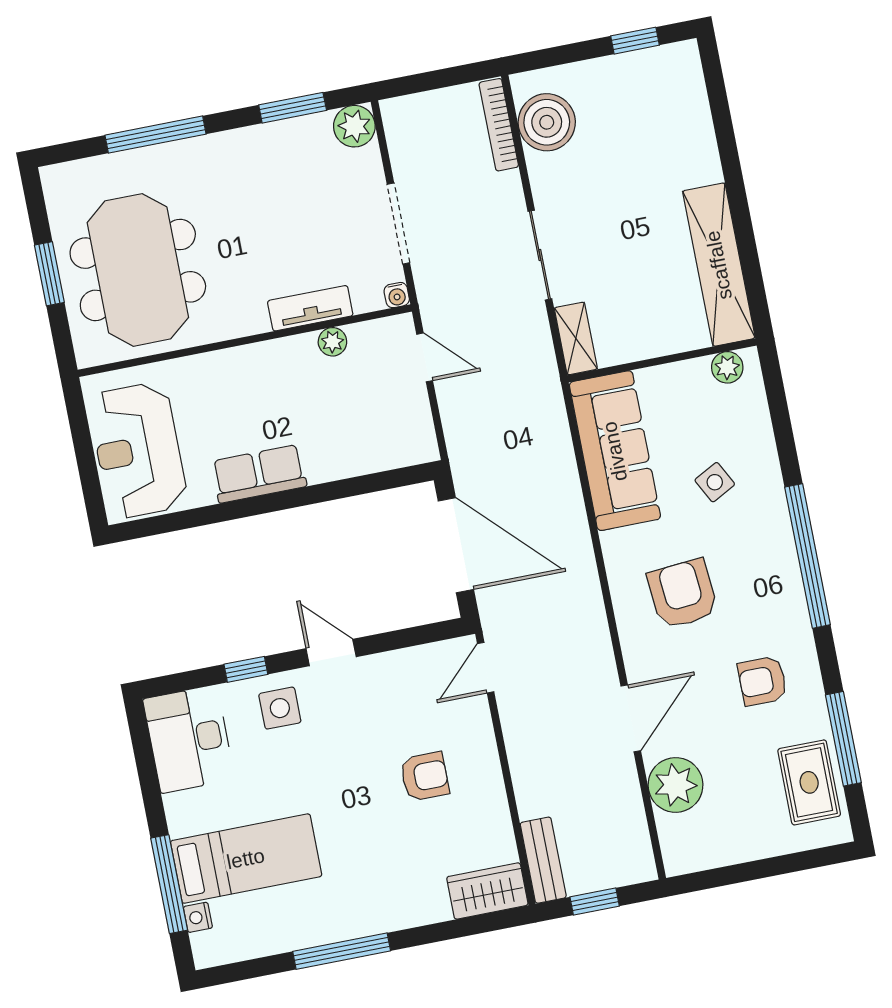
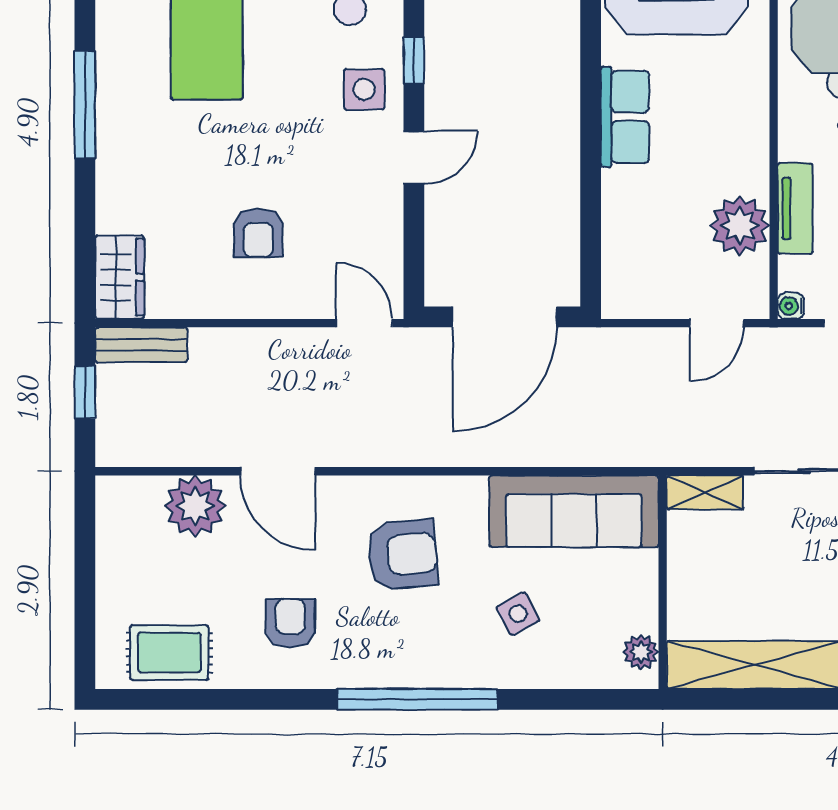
plant: (332, 342) -> (740, 226), width x1.88, depth x1.88
window: (843, 739) -> (210, 699), removed

